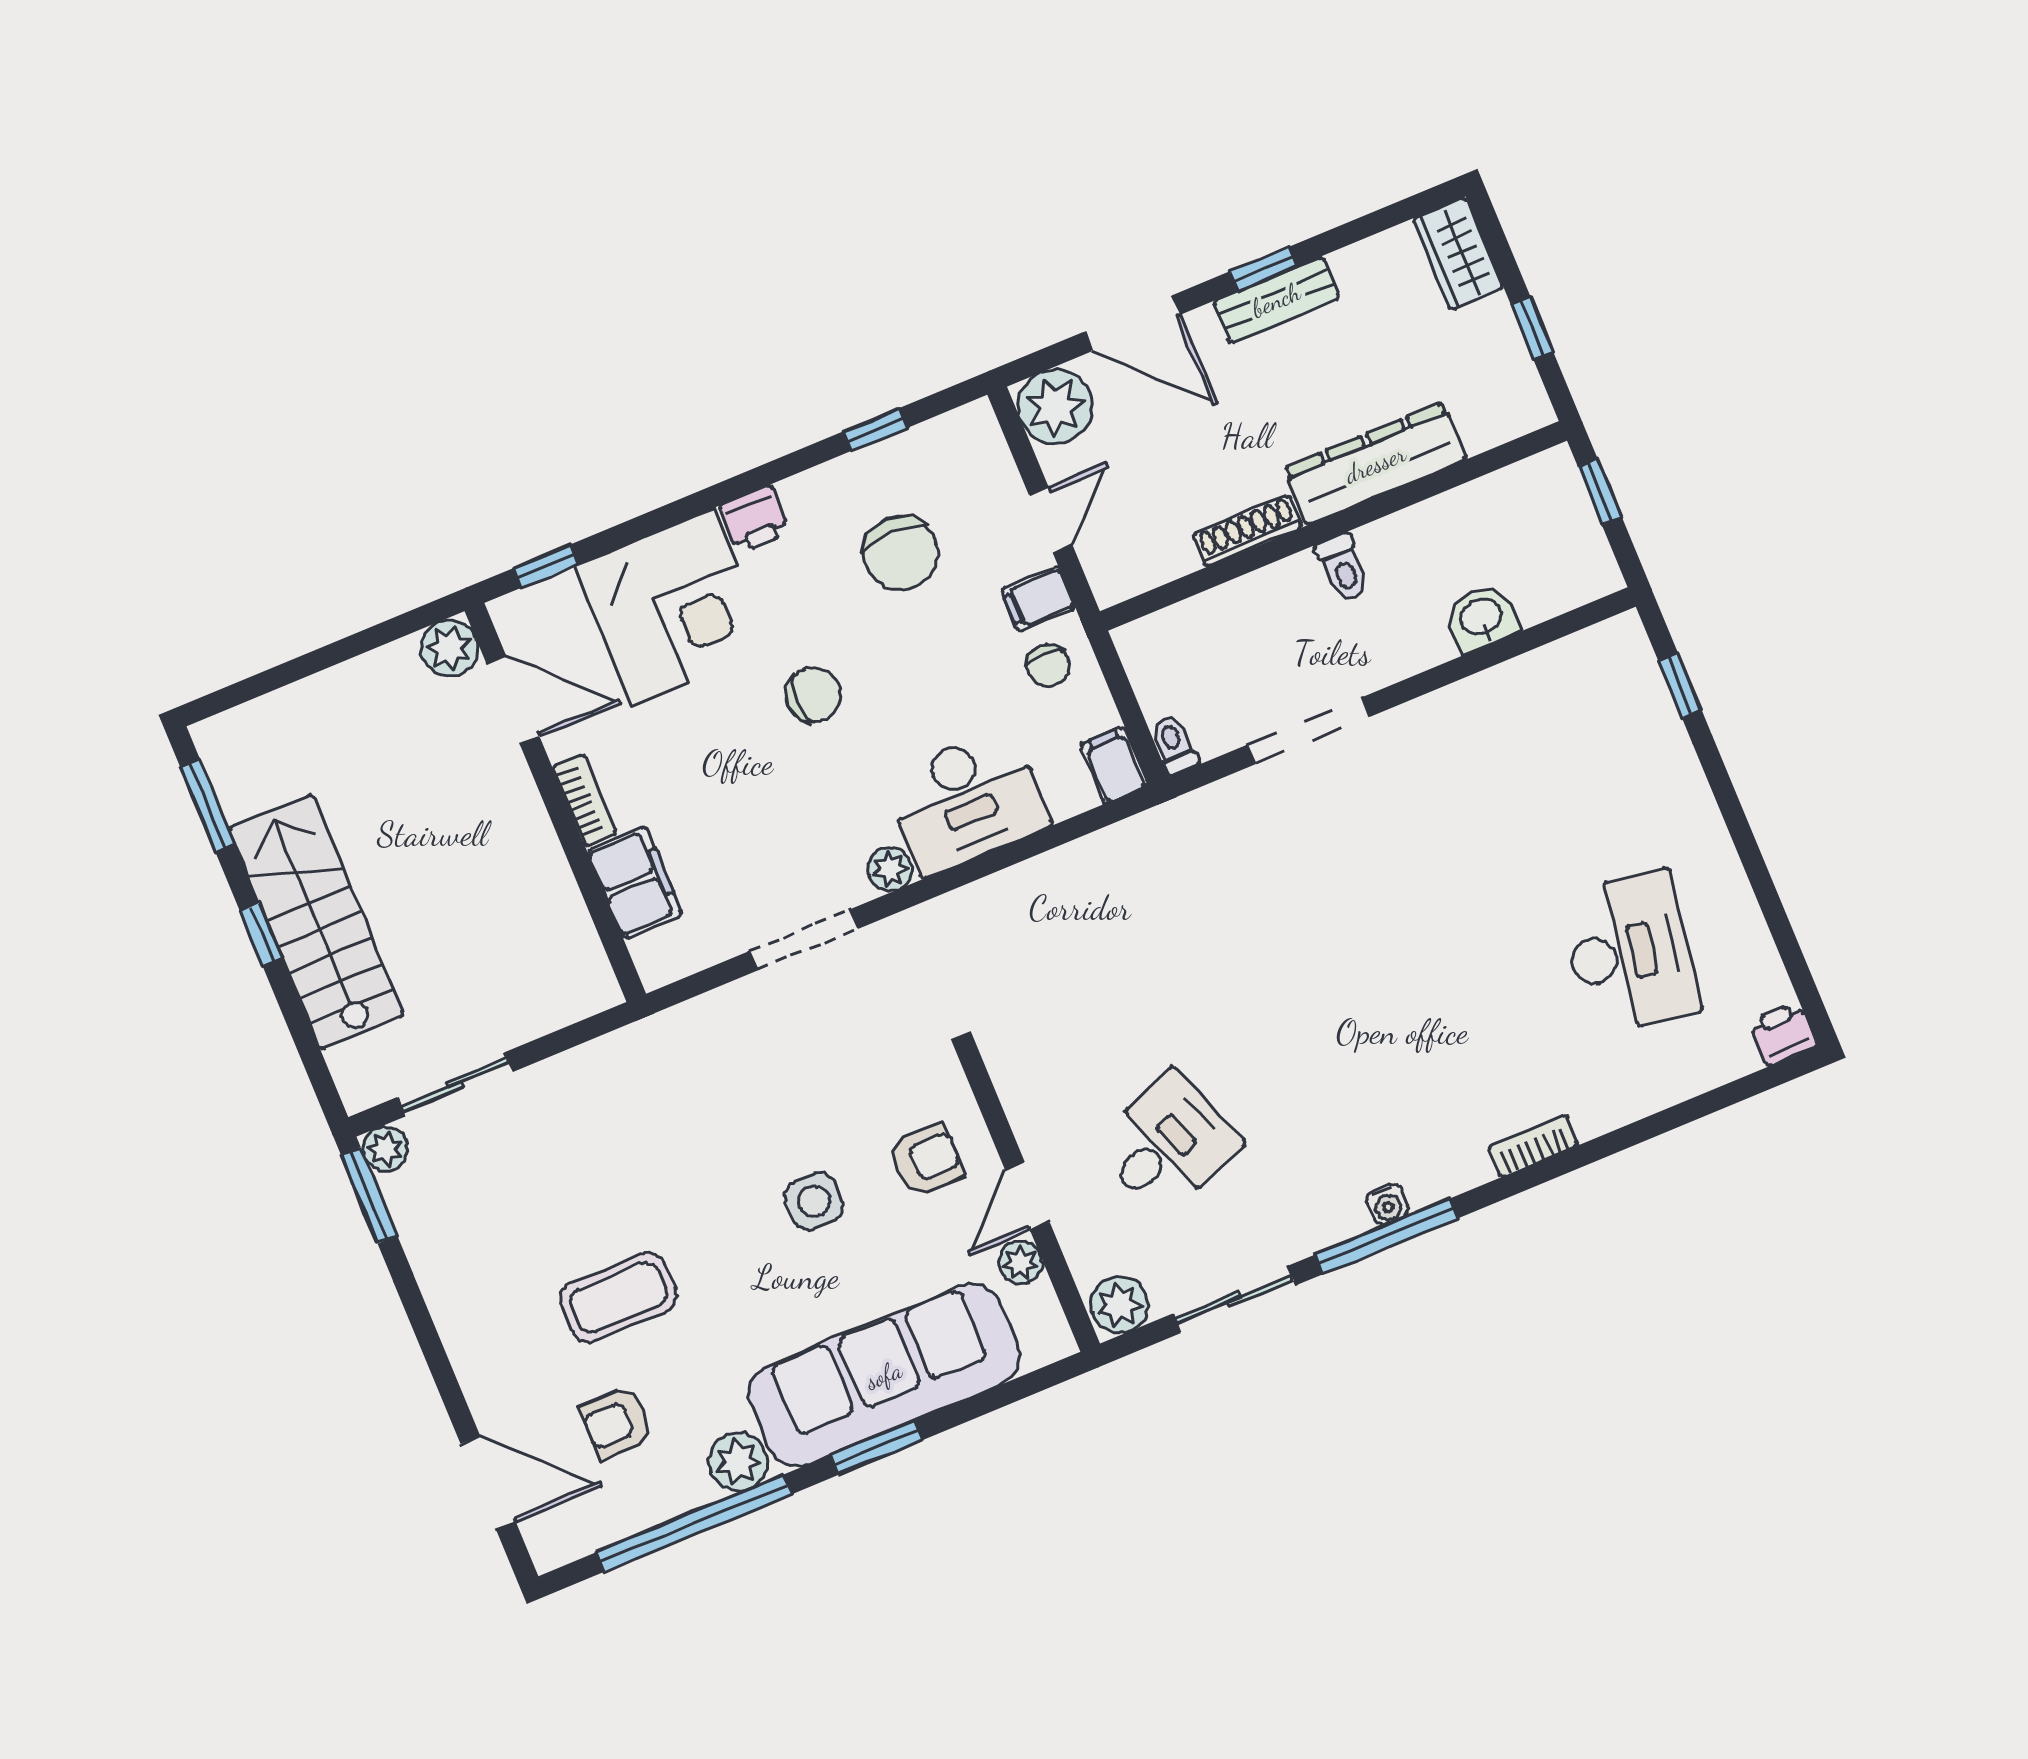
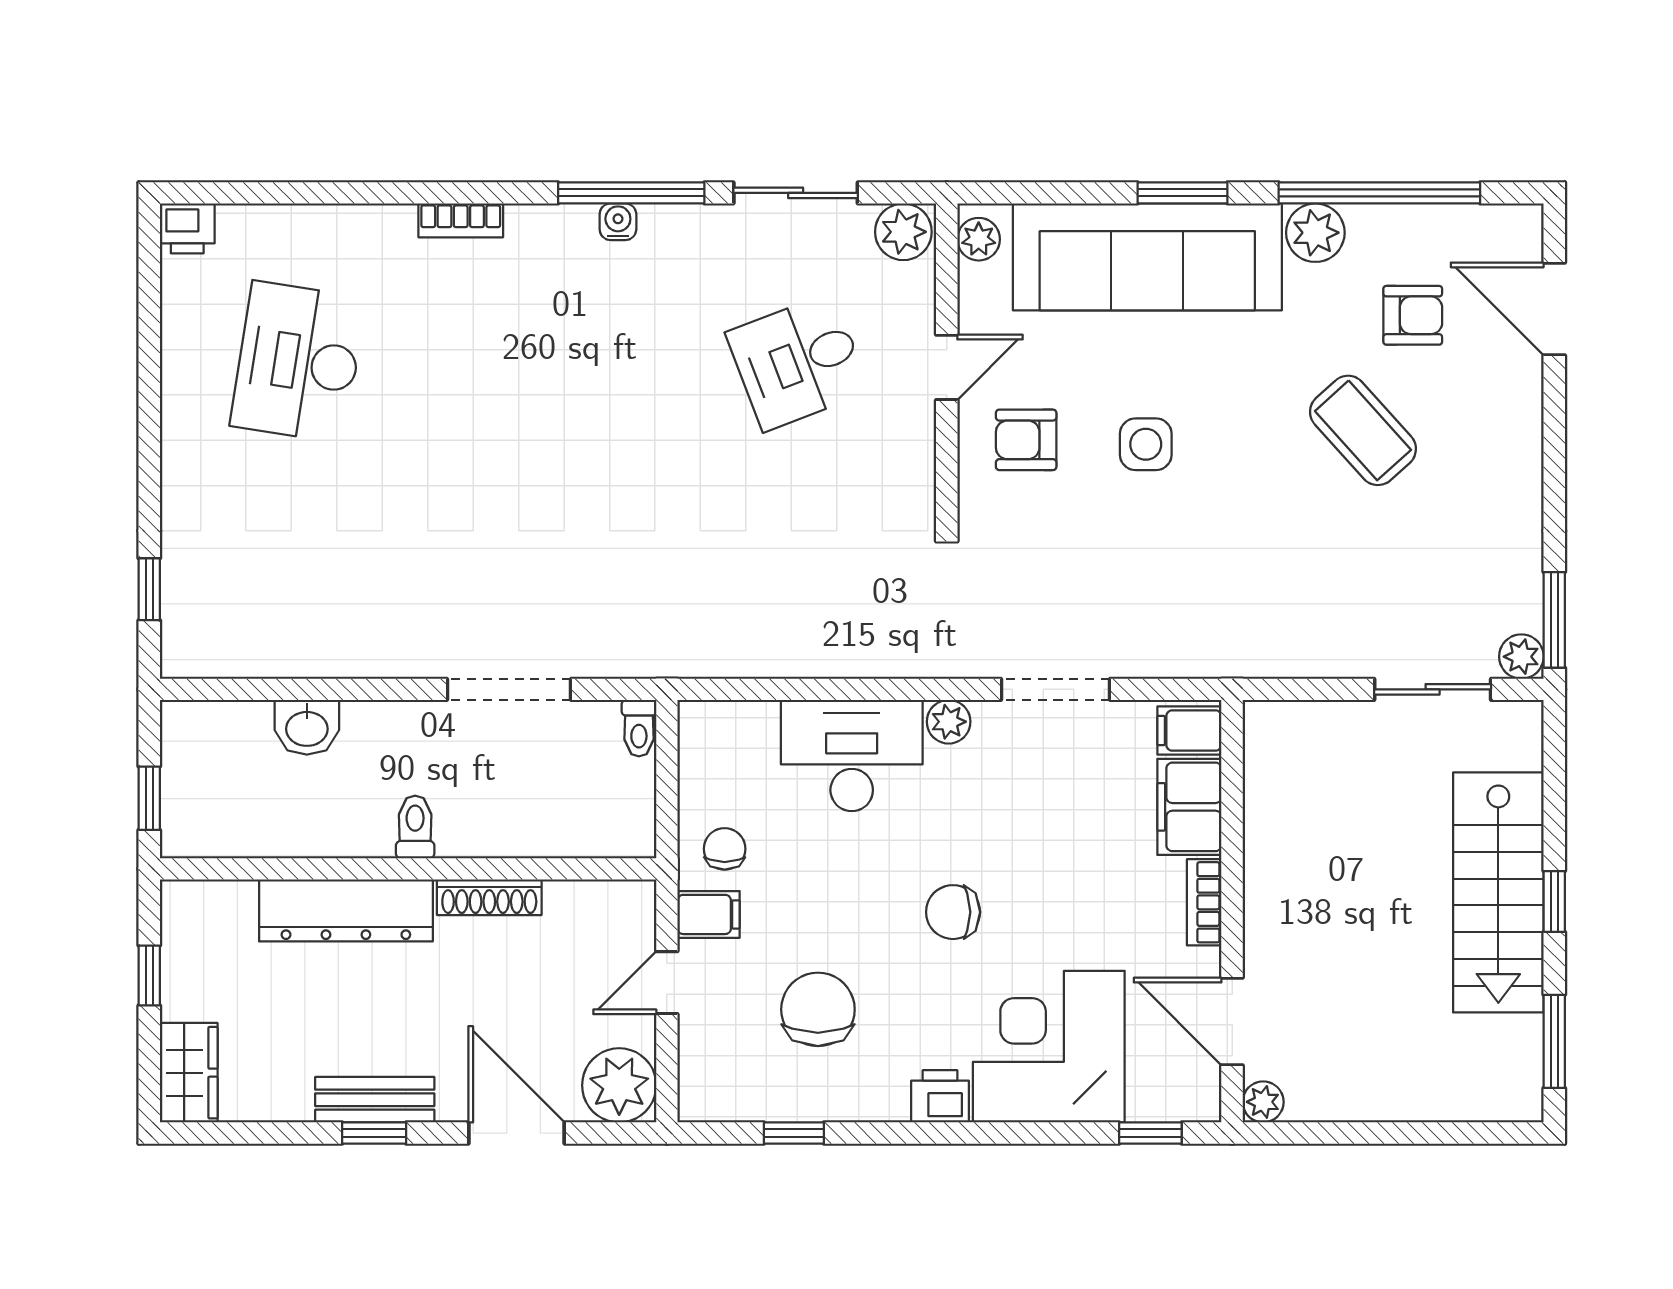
plant: (449, 648) -> (1263, 1102), width x0.73, depth x0.73
filing cabinet: (1114, 765) -> (1189, 731), moved, turned 90
plant: (1020, 1263) -> (979, 239), moved
coffee table: (618, 1297) -> (1363, 430), turned 48

